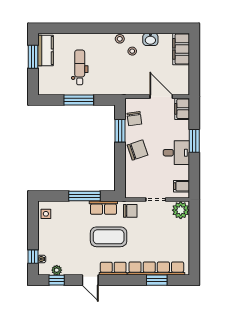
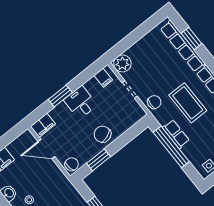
door: (161, 97) -> (46, 149), hinge flipped
chair: (134, 119) -> (72, 164), moved
window: (84, 196) -> (171, 147), width x1.46
row of seats: (103, 208) -> (176, 134), moved
chair: (130, 211) -> (154, 102), turned 92

